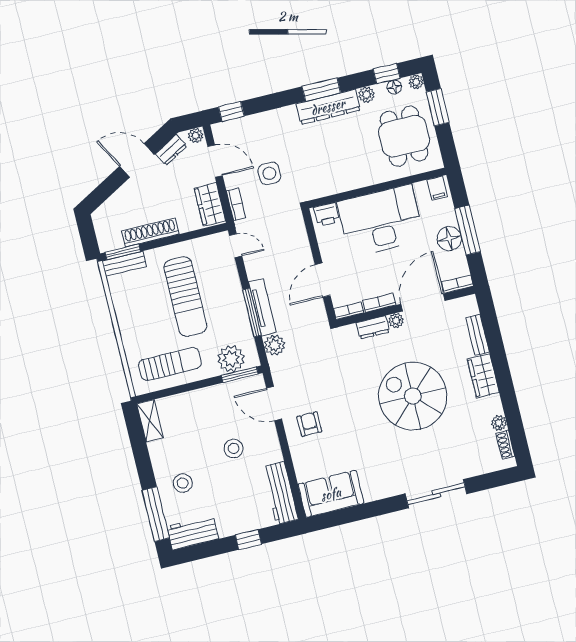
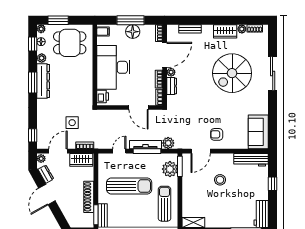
door: (236, 246) -> (119, 151), moved
door: (423, 302) -> (165, 55), swing flipped
wardrobe: (483, 376) -> (225, 31), moved
spiral stairs: (413, 396) -> (232, 73), moved
stool: (183, 483) -> (232, 213), removed

